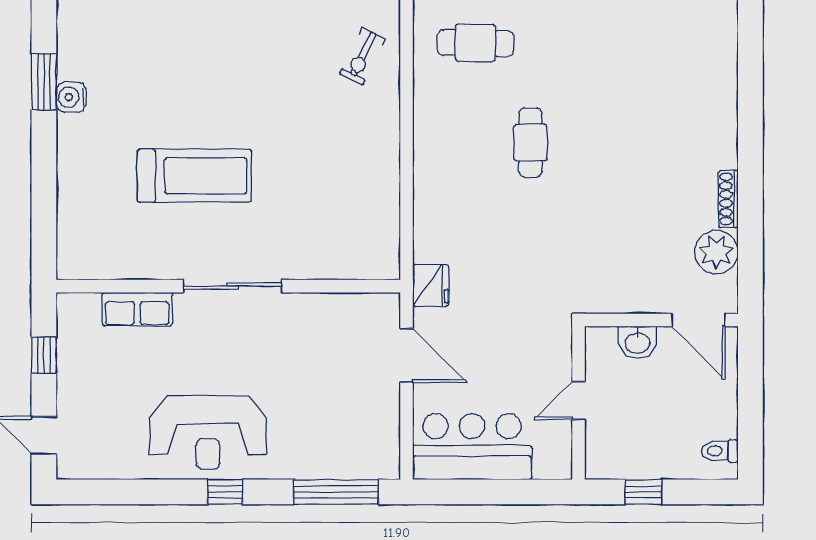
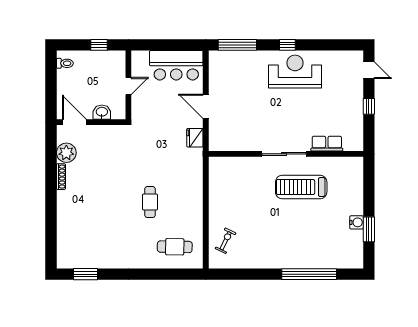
wall: (228, 286) -> (286, 154), moved
sliding door: (233, 286) -> (284, 154), moved
row of seats: (137, 309) -> (327, 144), moved

